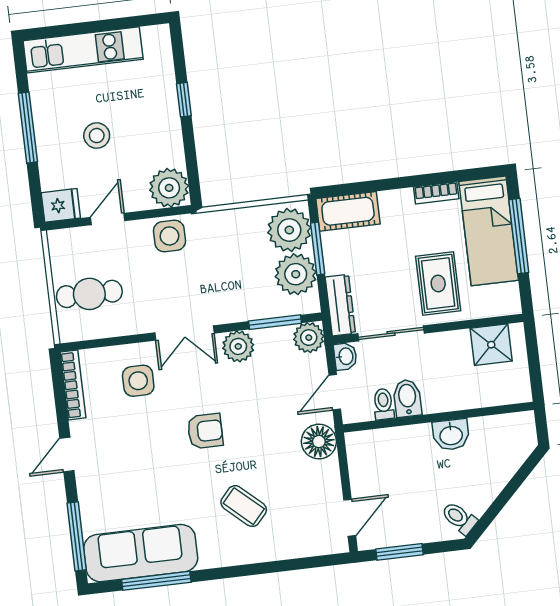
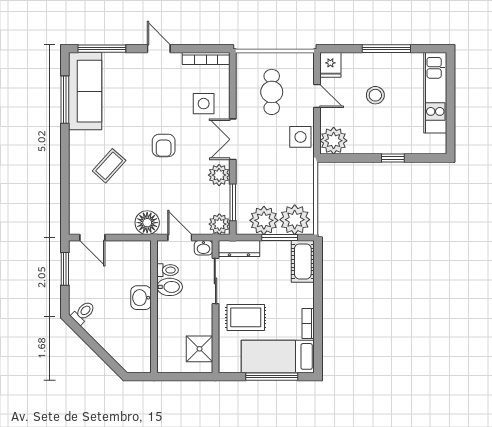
cafe table: (89, 294) -> (272, 92), moved
washbasin: (451, 435) -> (141, 298), moved

